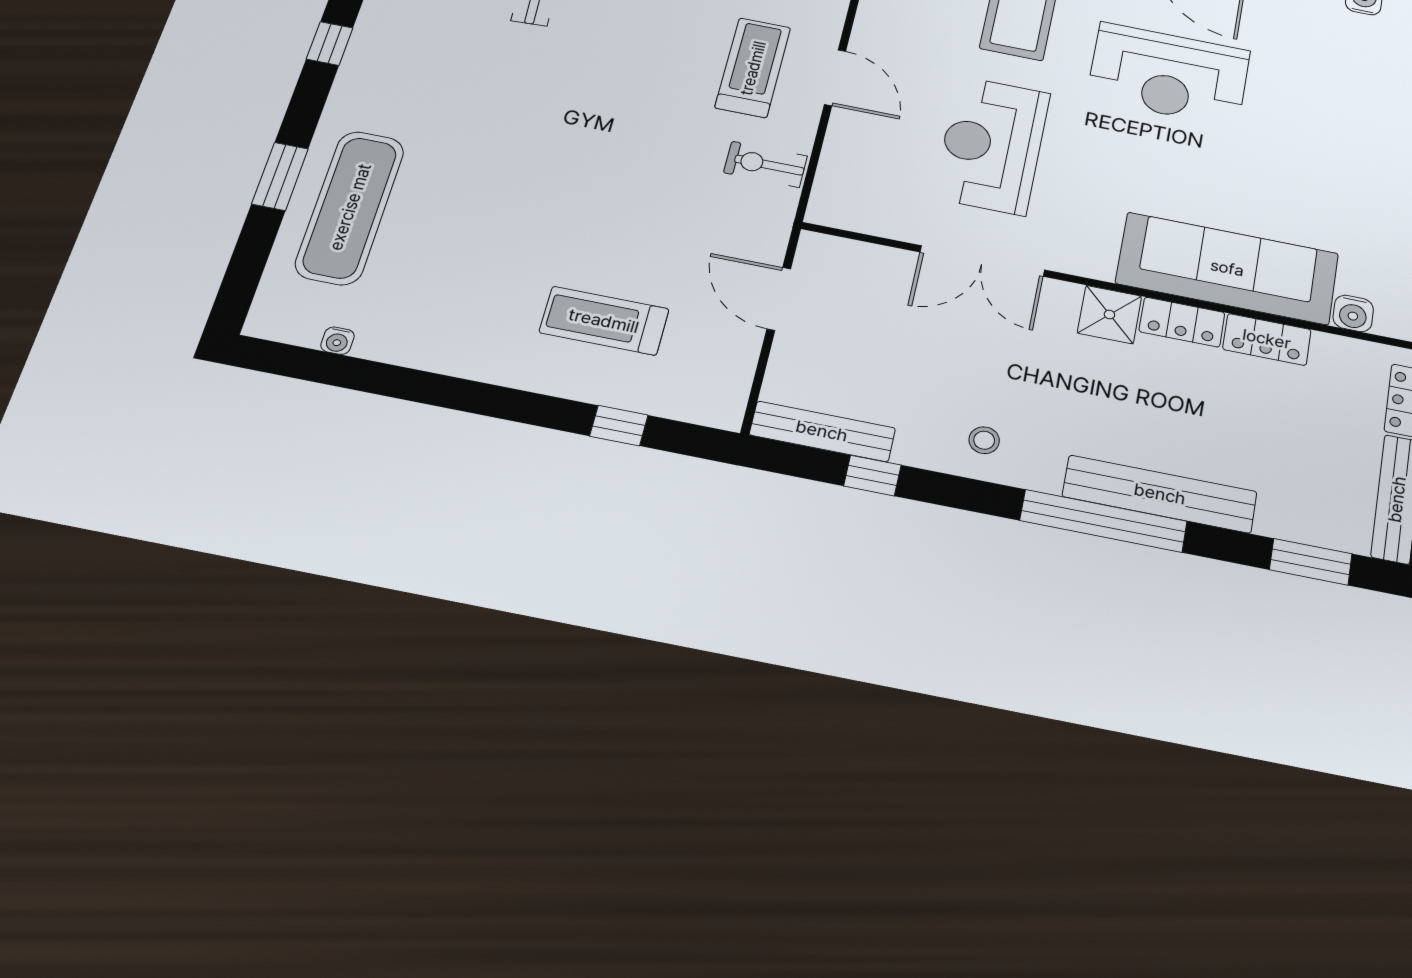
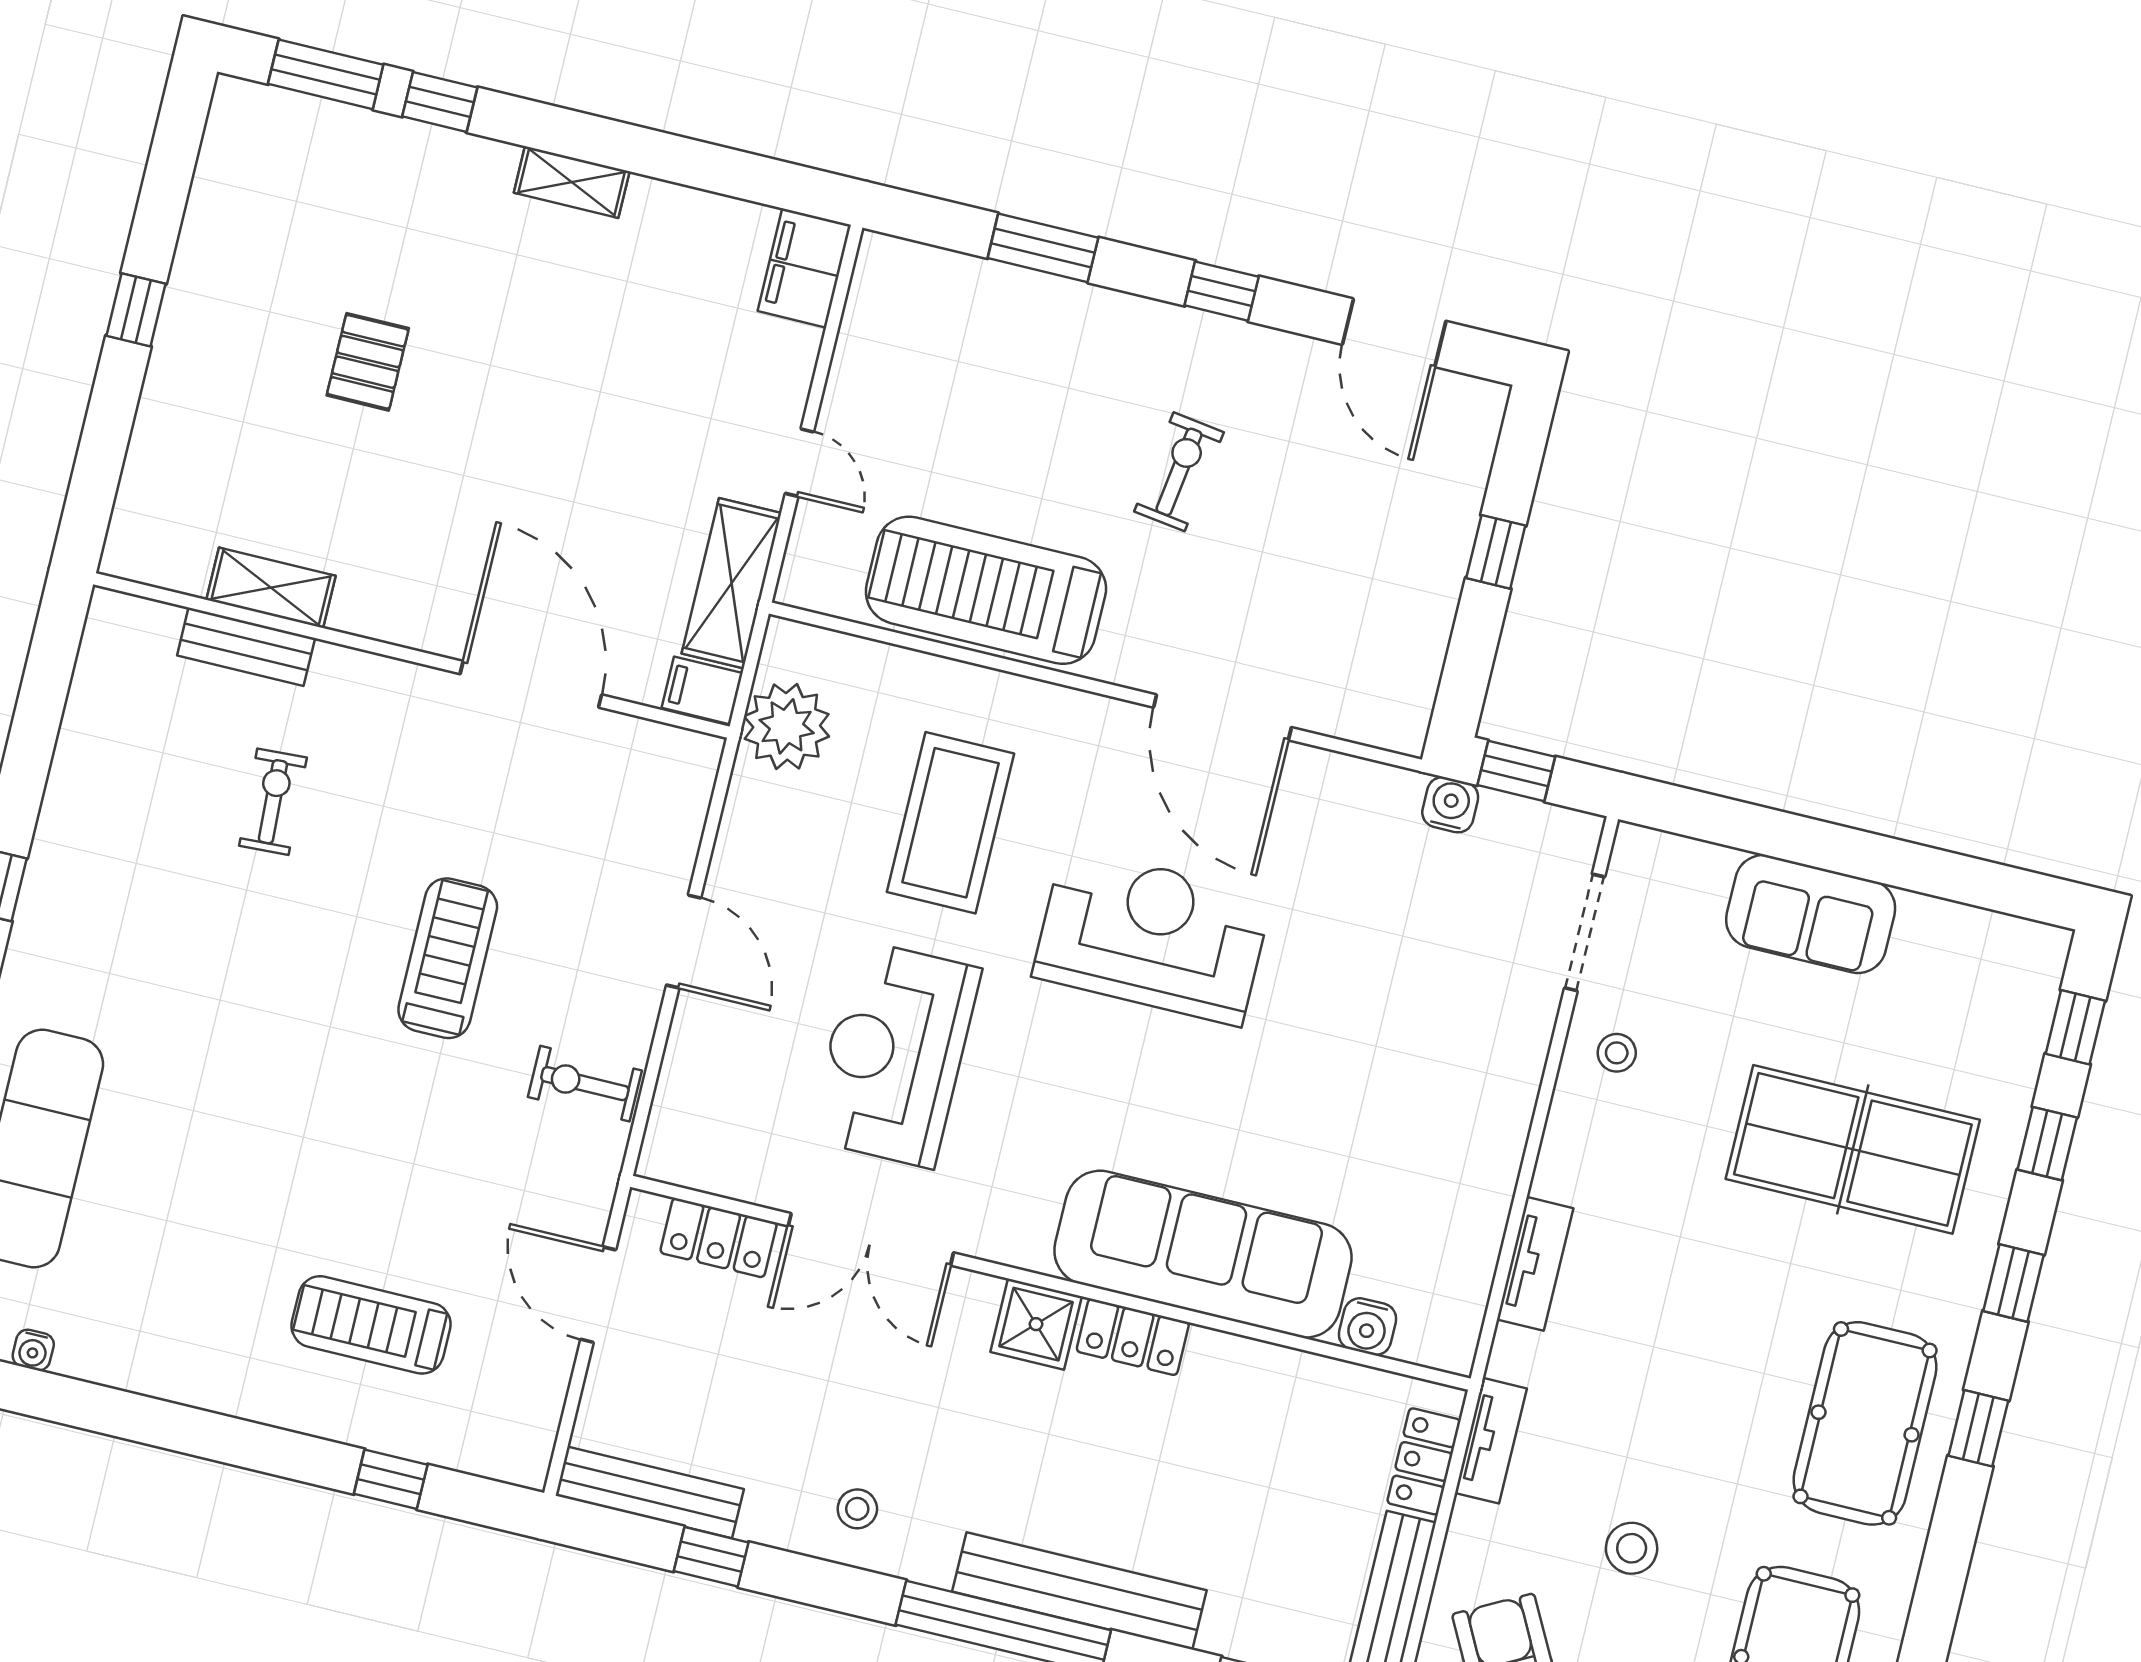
treadmill: (753, 68) -> (448, 958), moved
reception desk: (1169, 74) -> (1152, 936), turned 180
locker: (1267, 339) -> (719, 1238), moved

